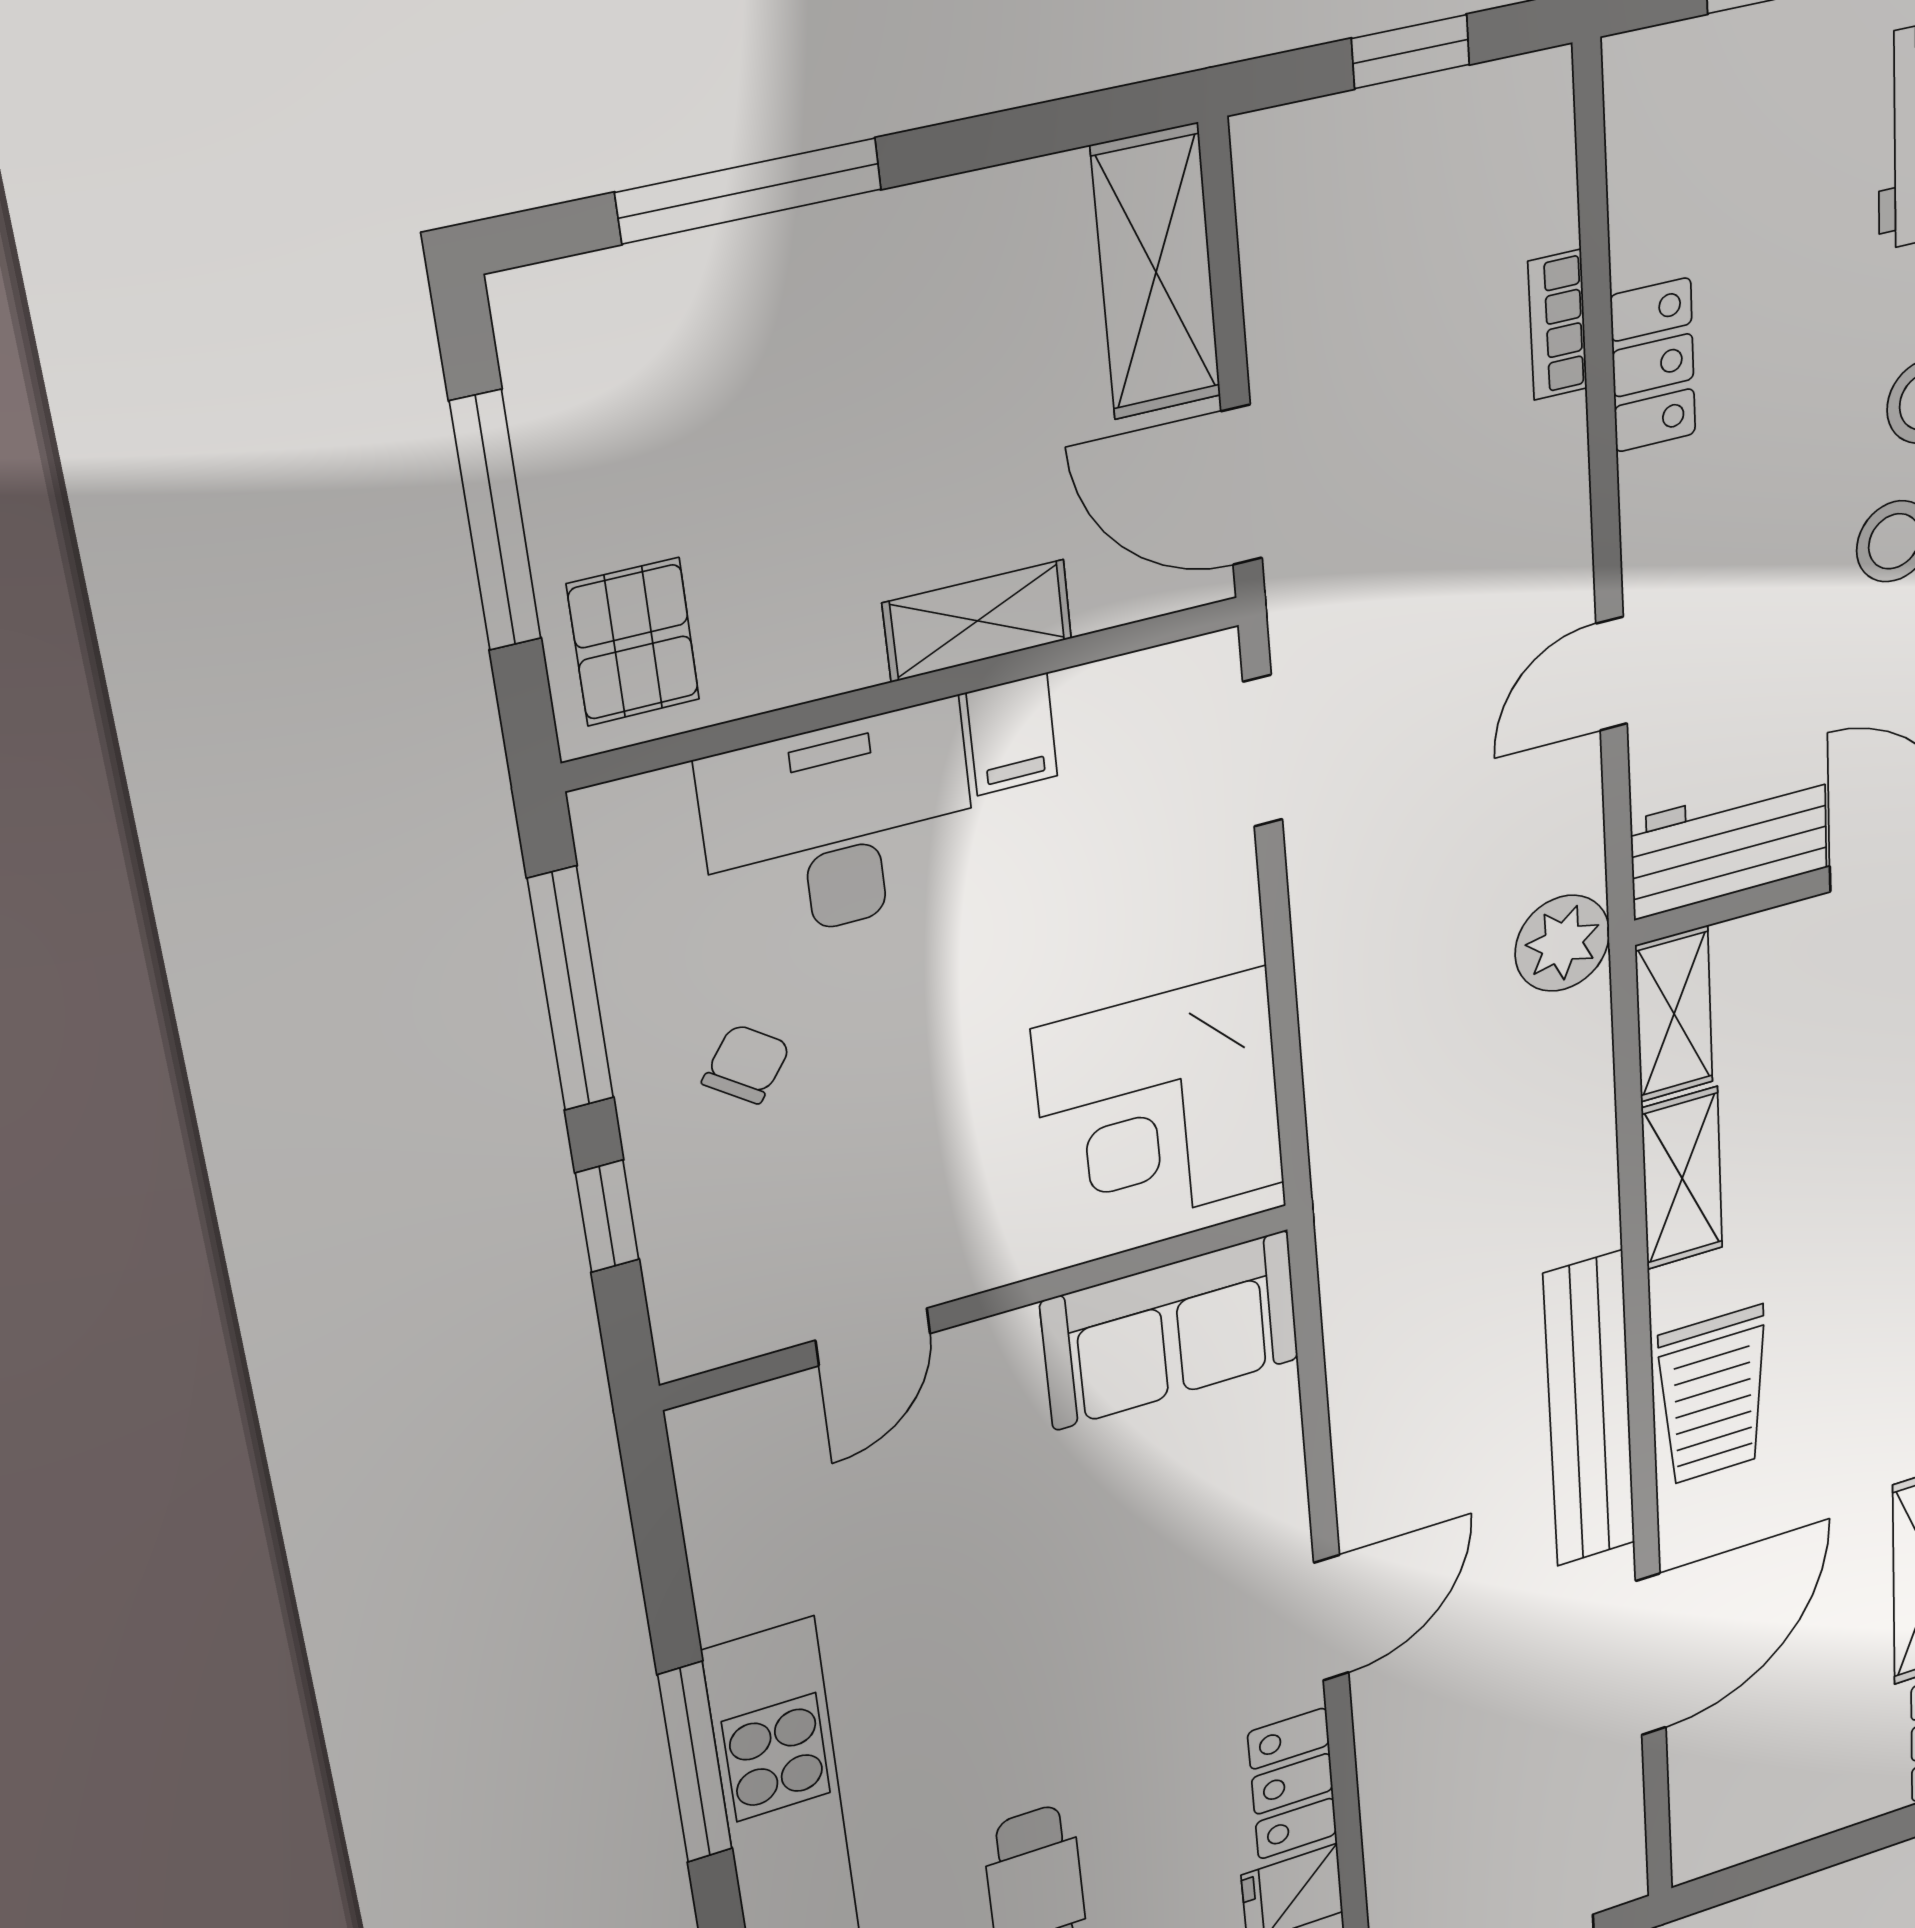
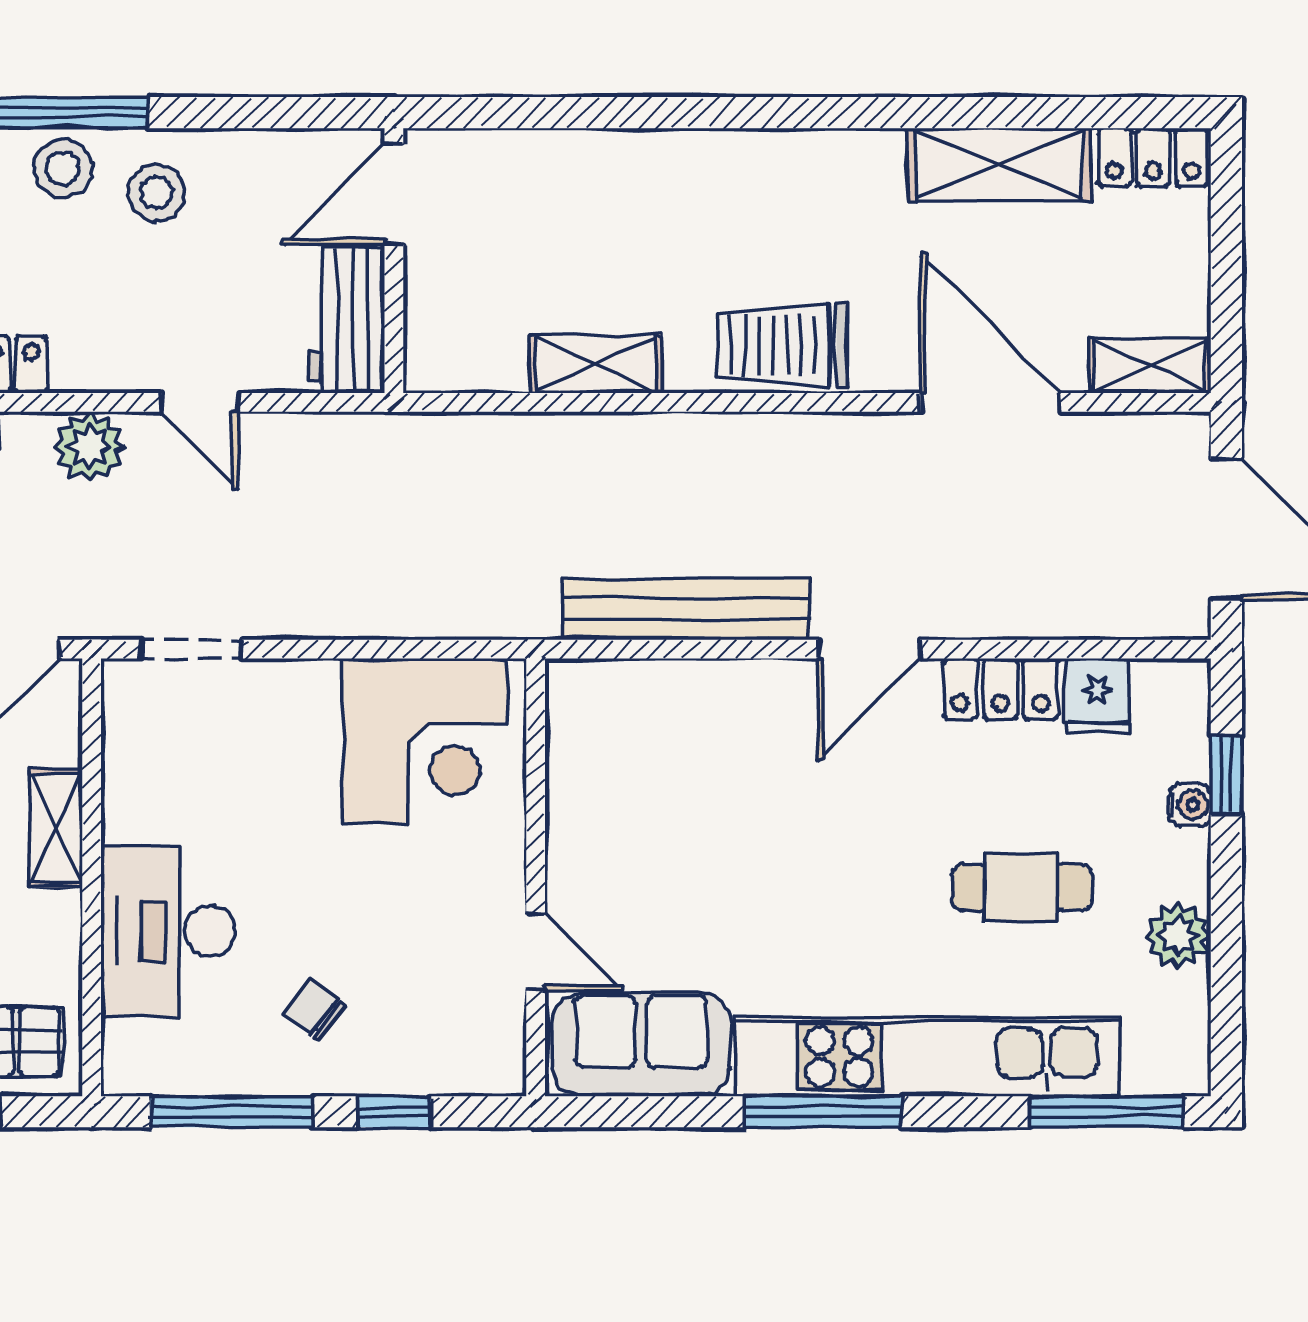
filing cabinet: (1012, 734) -> (136, 814), removed
plant: (1562, 943) -> (90, 447), moved
shelving: (1674, 1014) -> (1150, 366), moved
sofa: (1170, 1330) -> (641, 1045), moved, turned -90
trolley: (1713, 1396) -> (782, 345), turned 180
bench: (1590, 1410) -> (685, 609), moved
door: (1331, 1618) -> (869, 649), swing flipped

